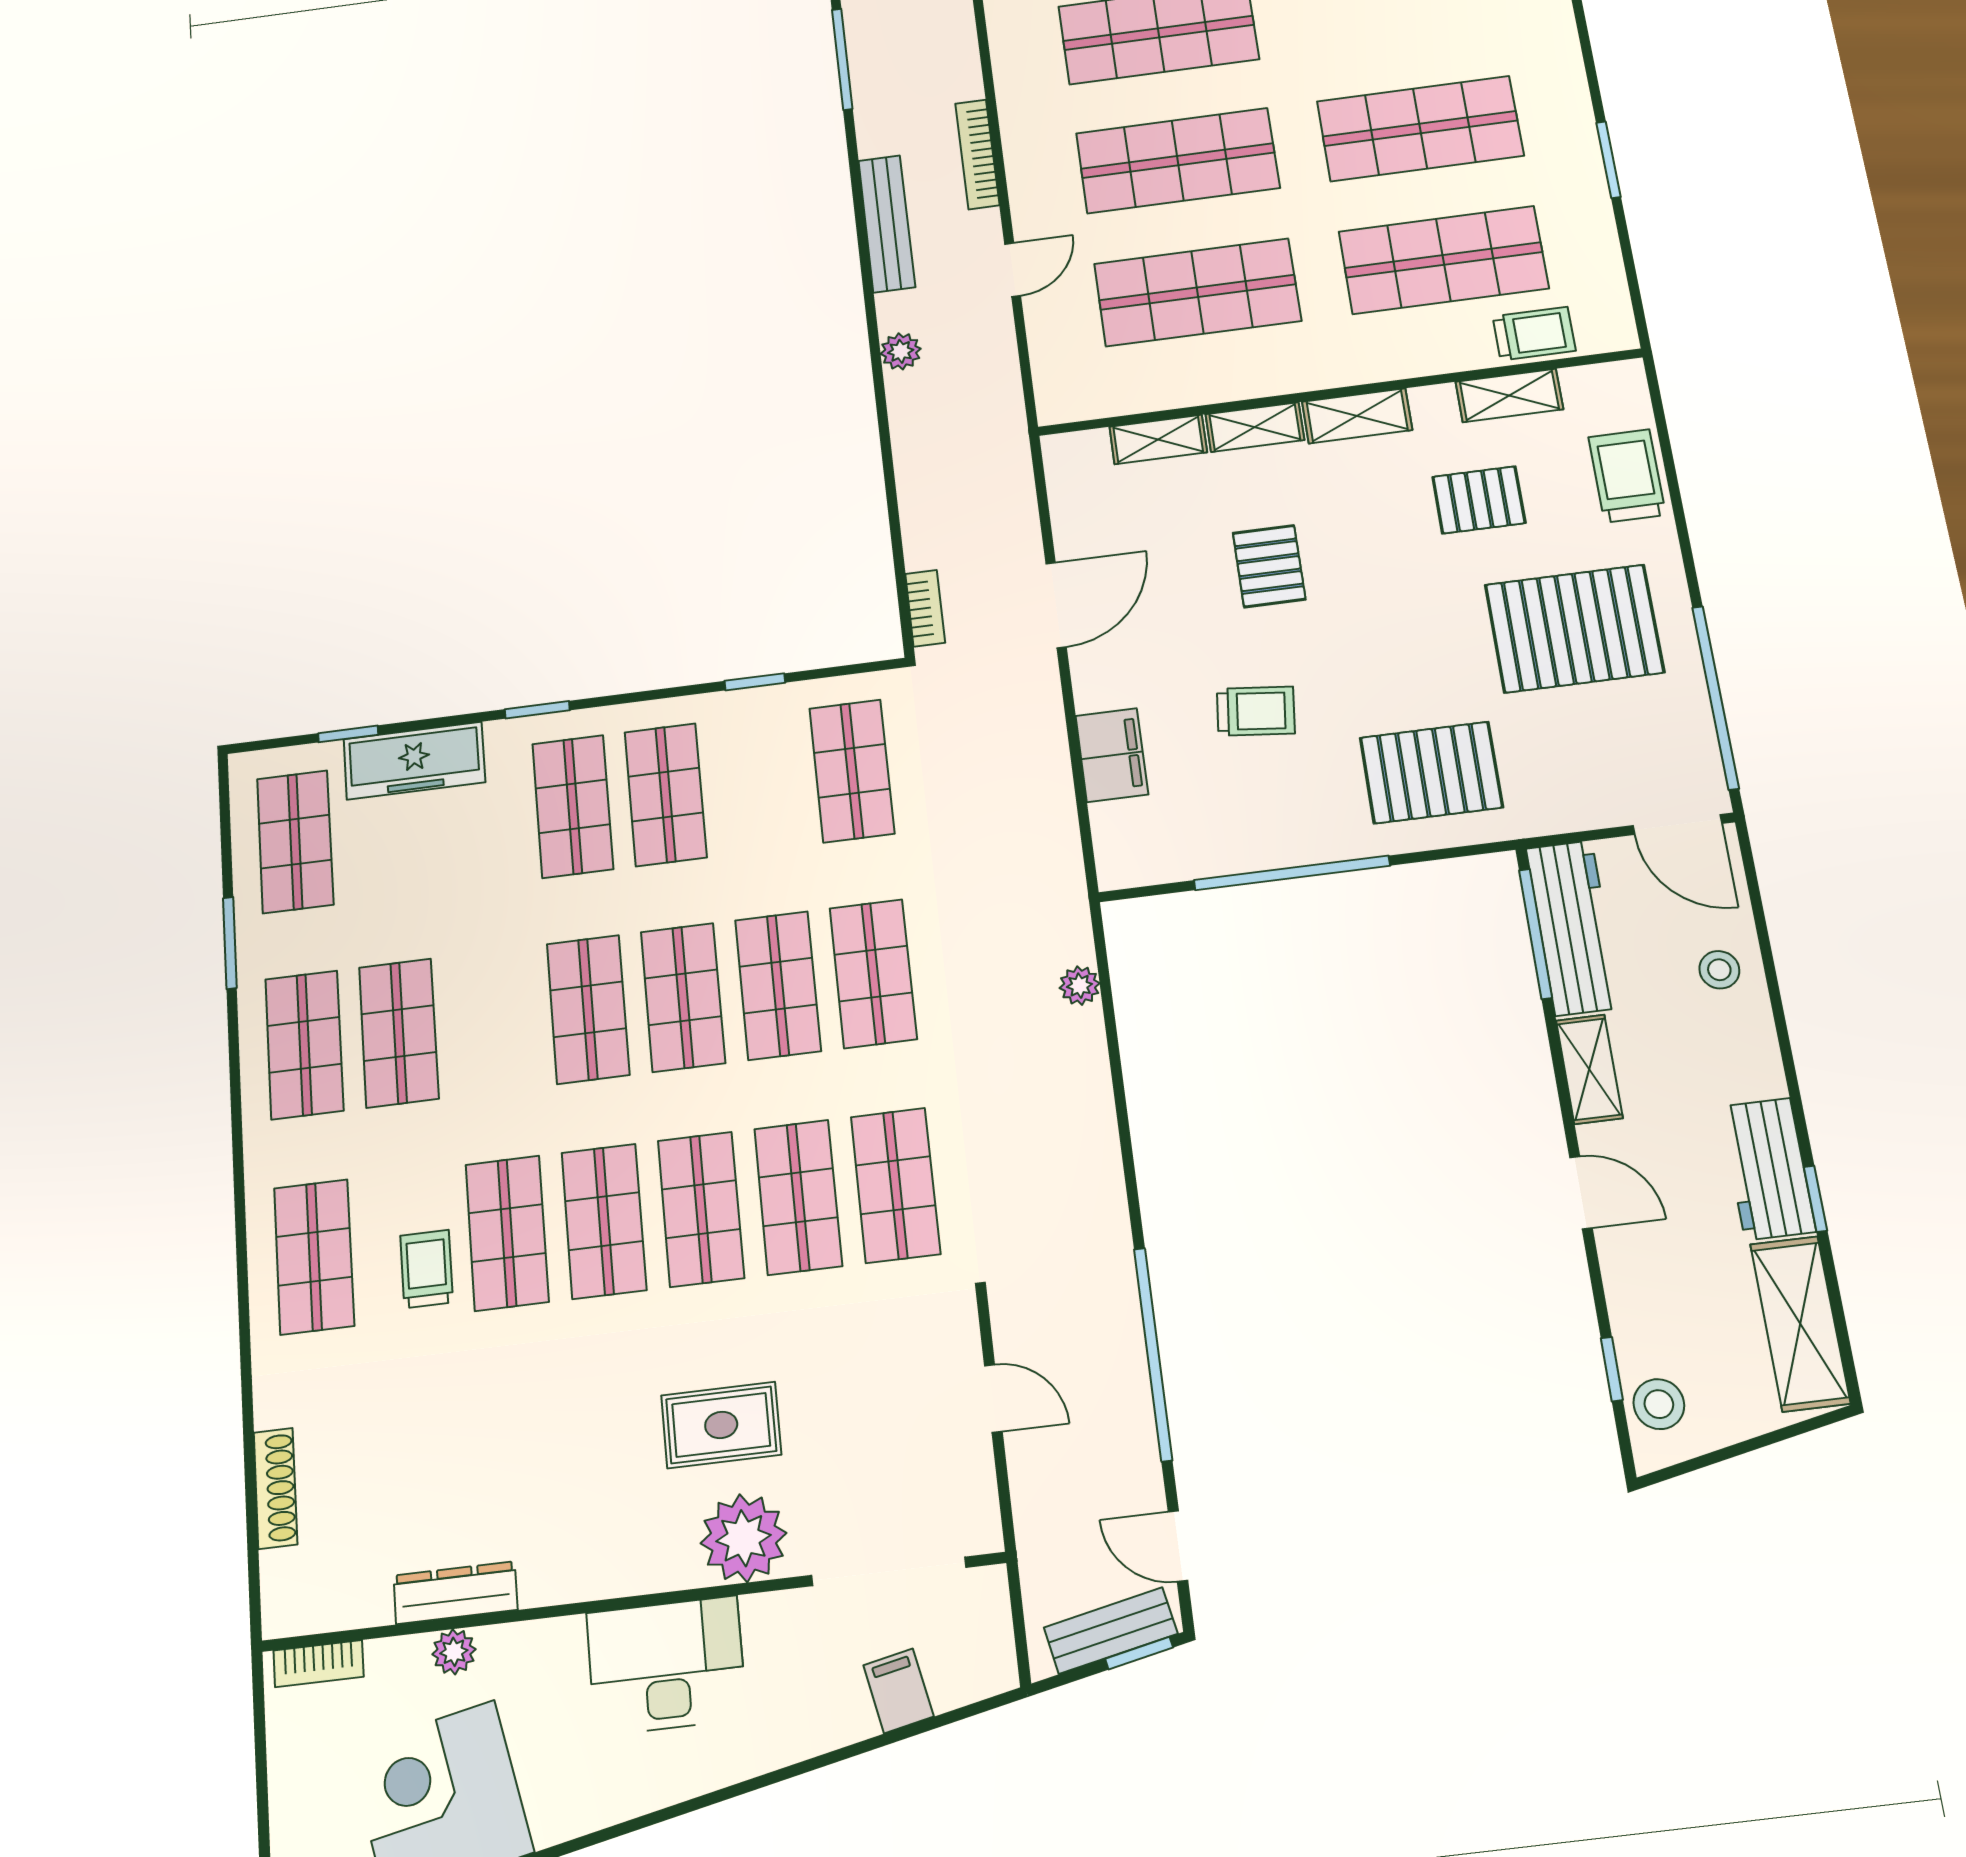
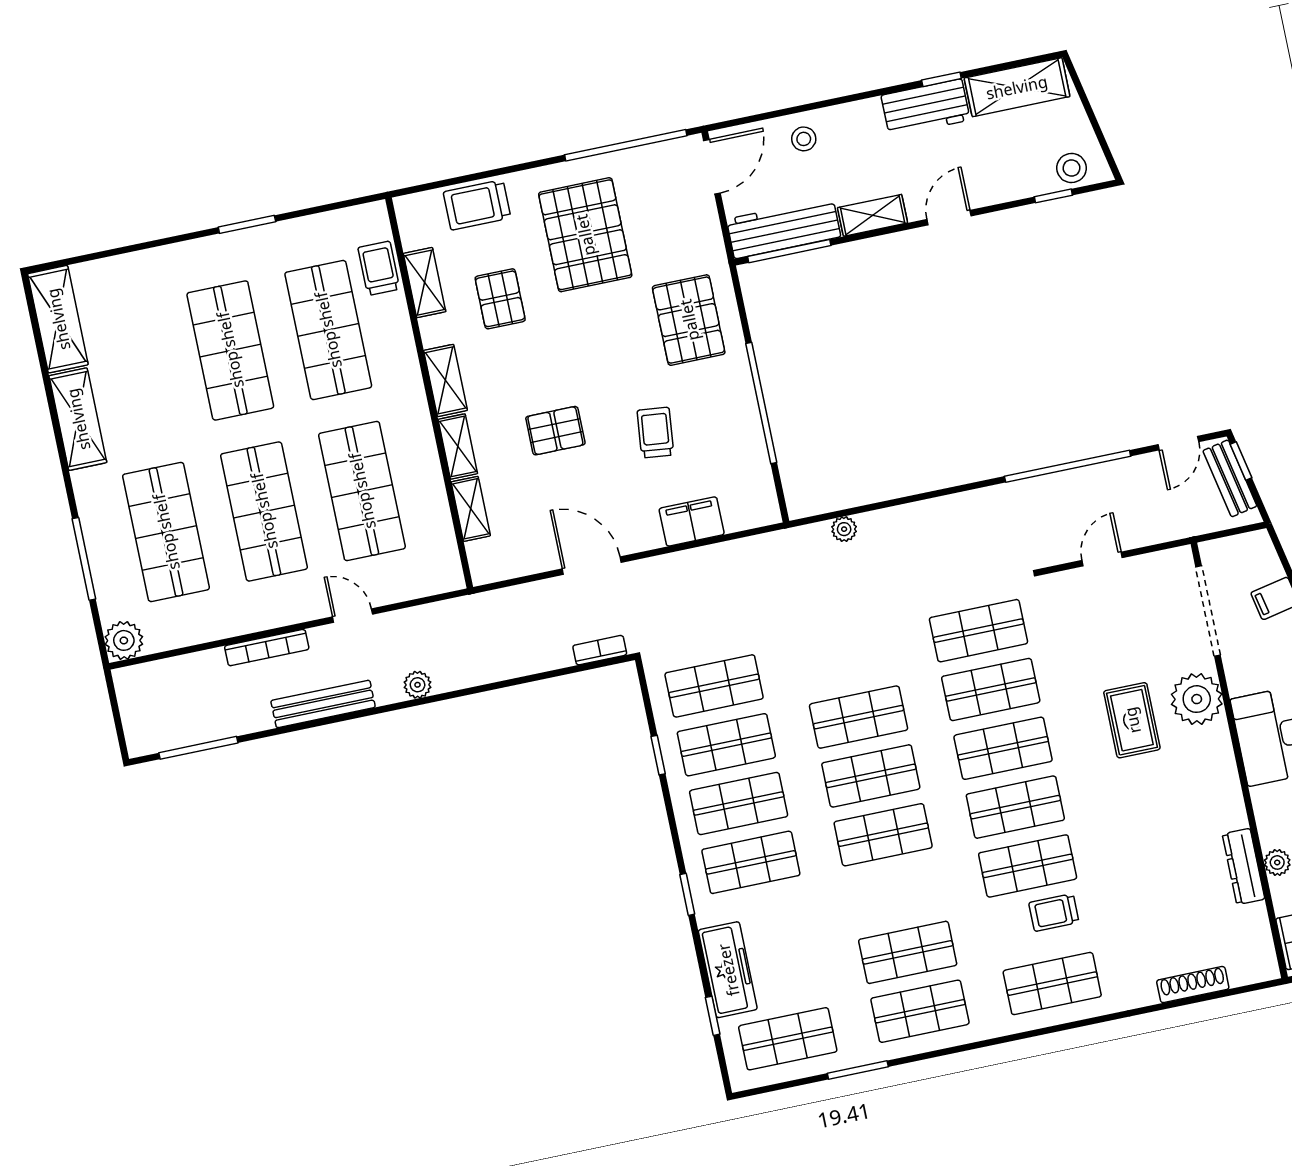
shop shelf: (873, 973) -> (726, 745), moved

